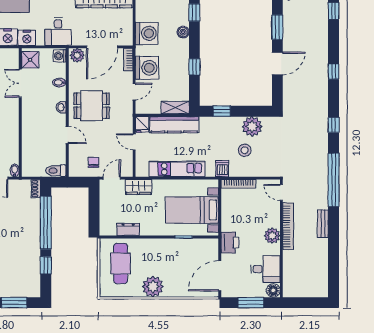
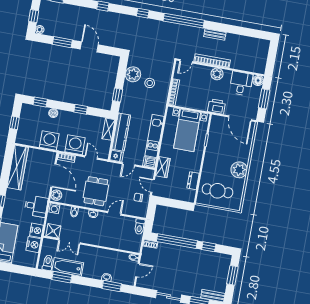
dishwasher: (222, 169) -> (150, 162), moved

